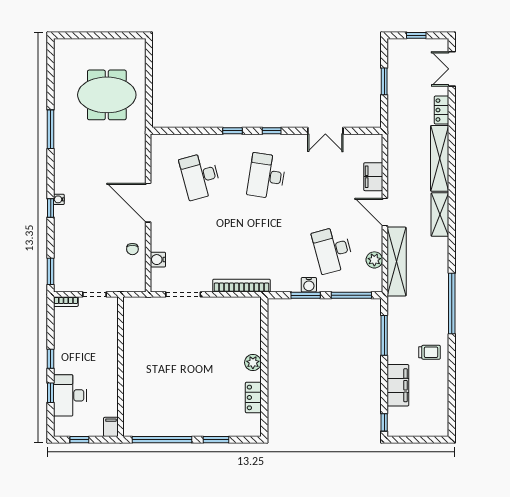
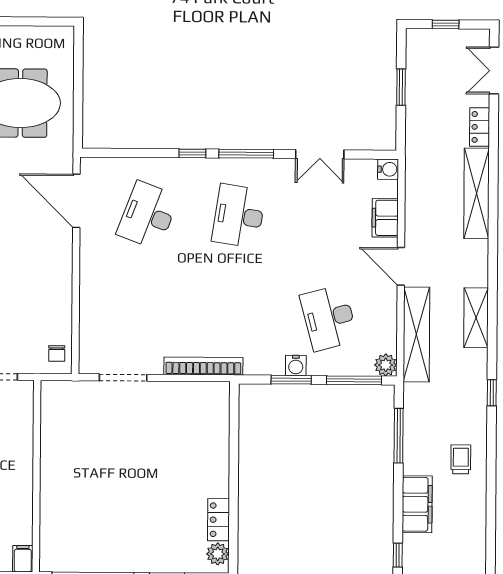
window: (272, 131) -> (246, 154), width x2.17
desk: (200, 176) -> (148, 215), turned 36
door: (148, 203) -> (76, 201), moved
shelving: (440, 215) -> (476, 318), moved
chair: (132, 249) -> (57, 353), moved
water cooler: (158, 260) -> (388, 169), moved, turned 180
plant: (374, 260) -> (386, 365), moved
window: (452, 304) -> (492, 393), width x0.32
trolley: (430, 352) -> (461, 459), turned -90
plant: (253, 363) -> (218, 554), moved

